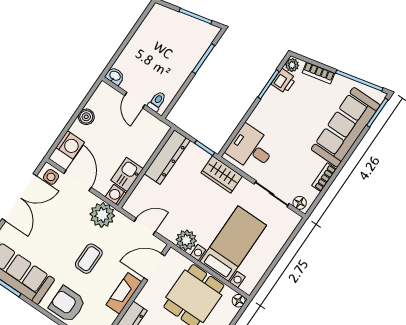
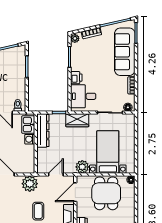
printer: (284, 81) -> (76, 78), moved
kitchen sink: (127, 174) -> (28, 125), moved
washing machine: (116, 195) -> (30, 139), moved

